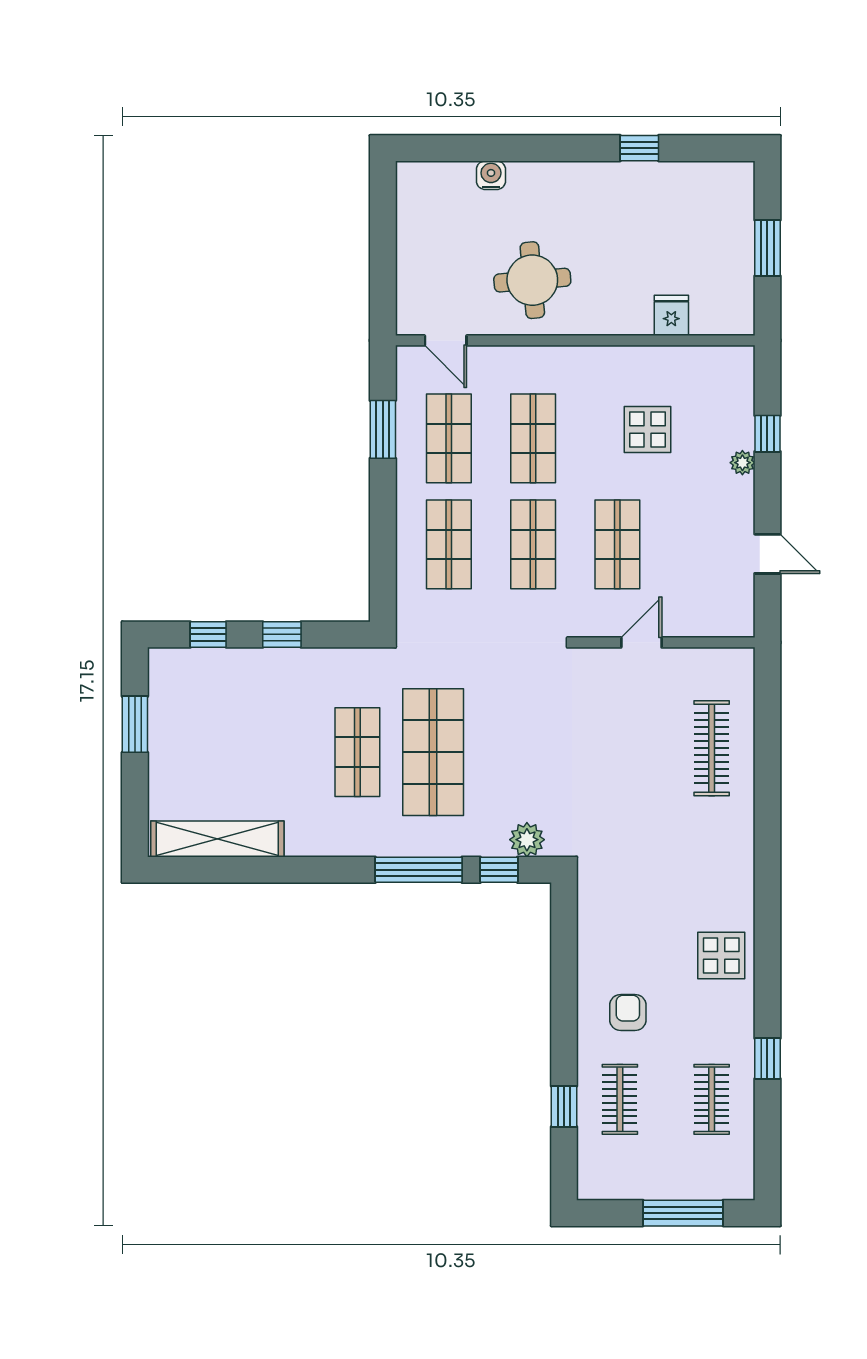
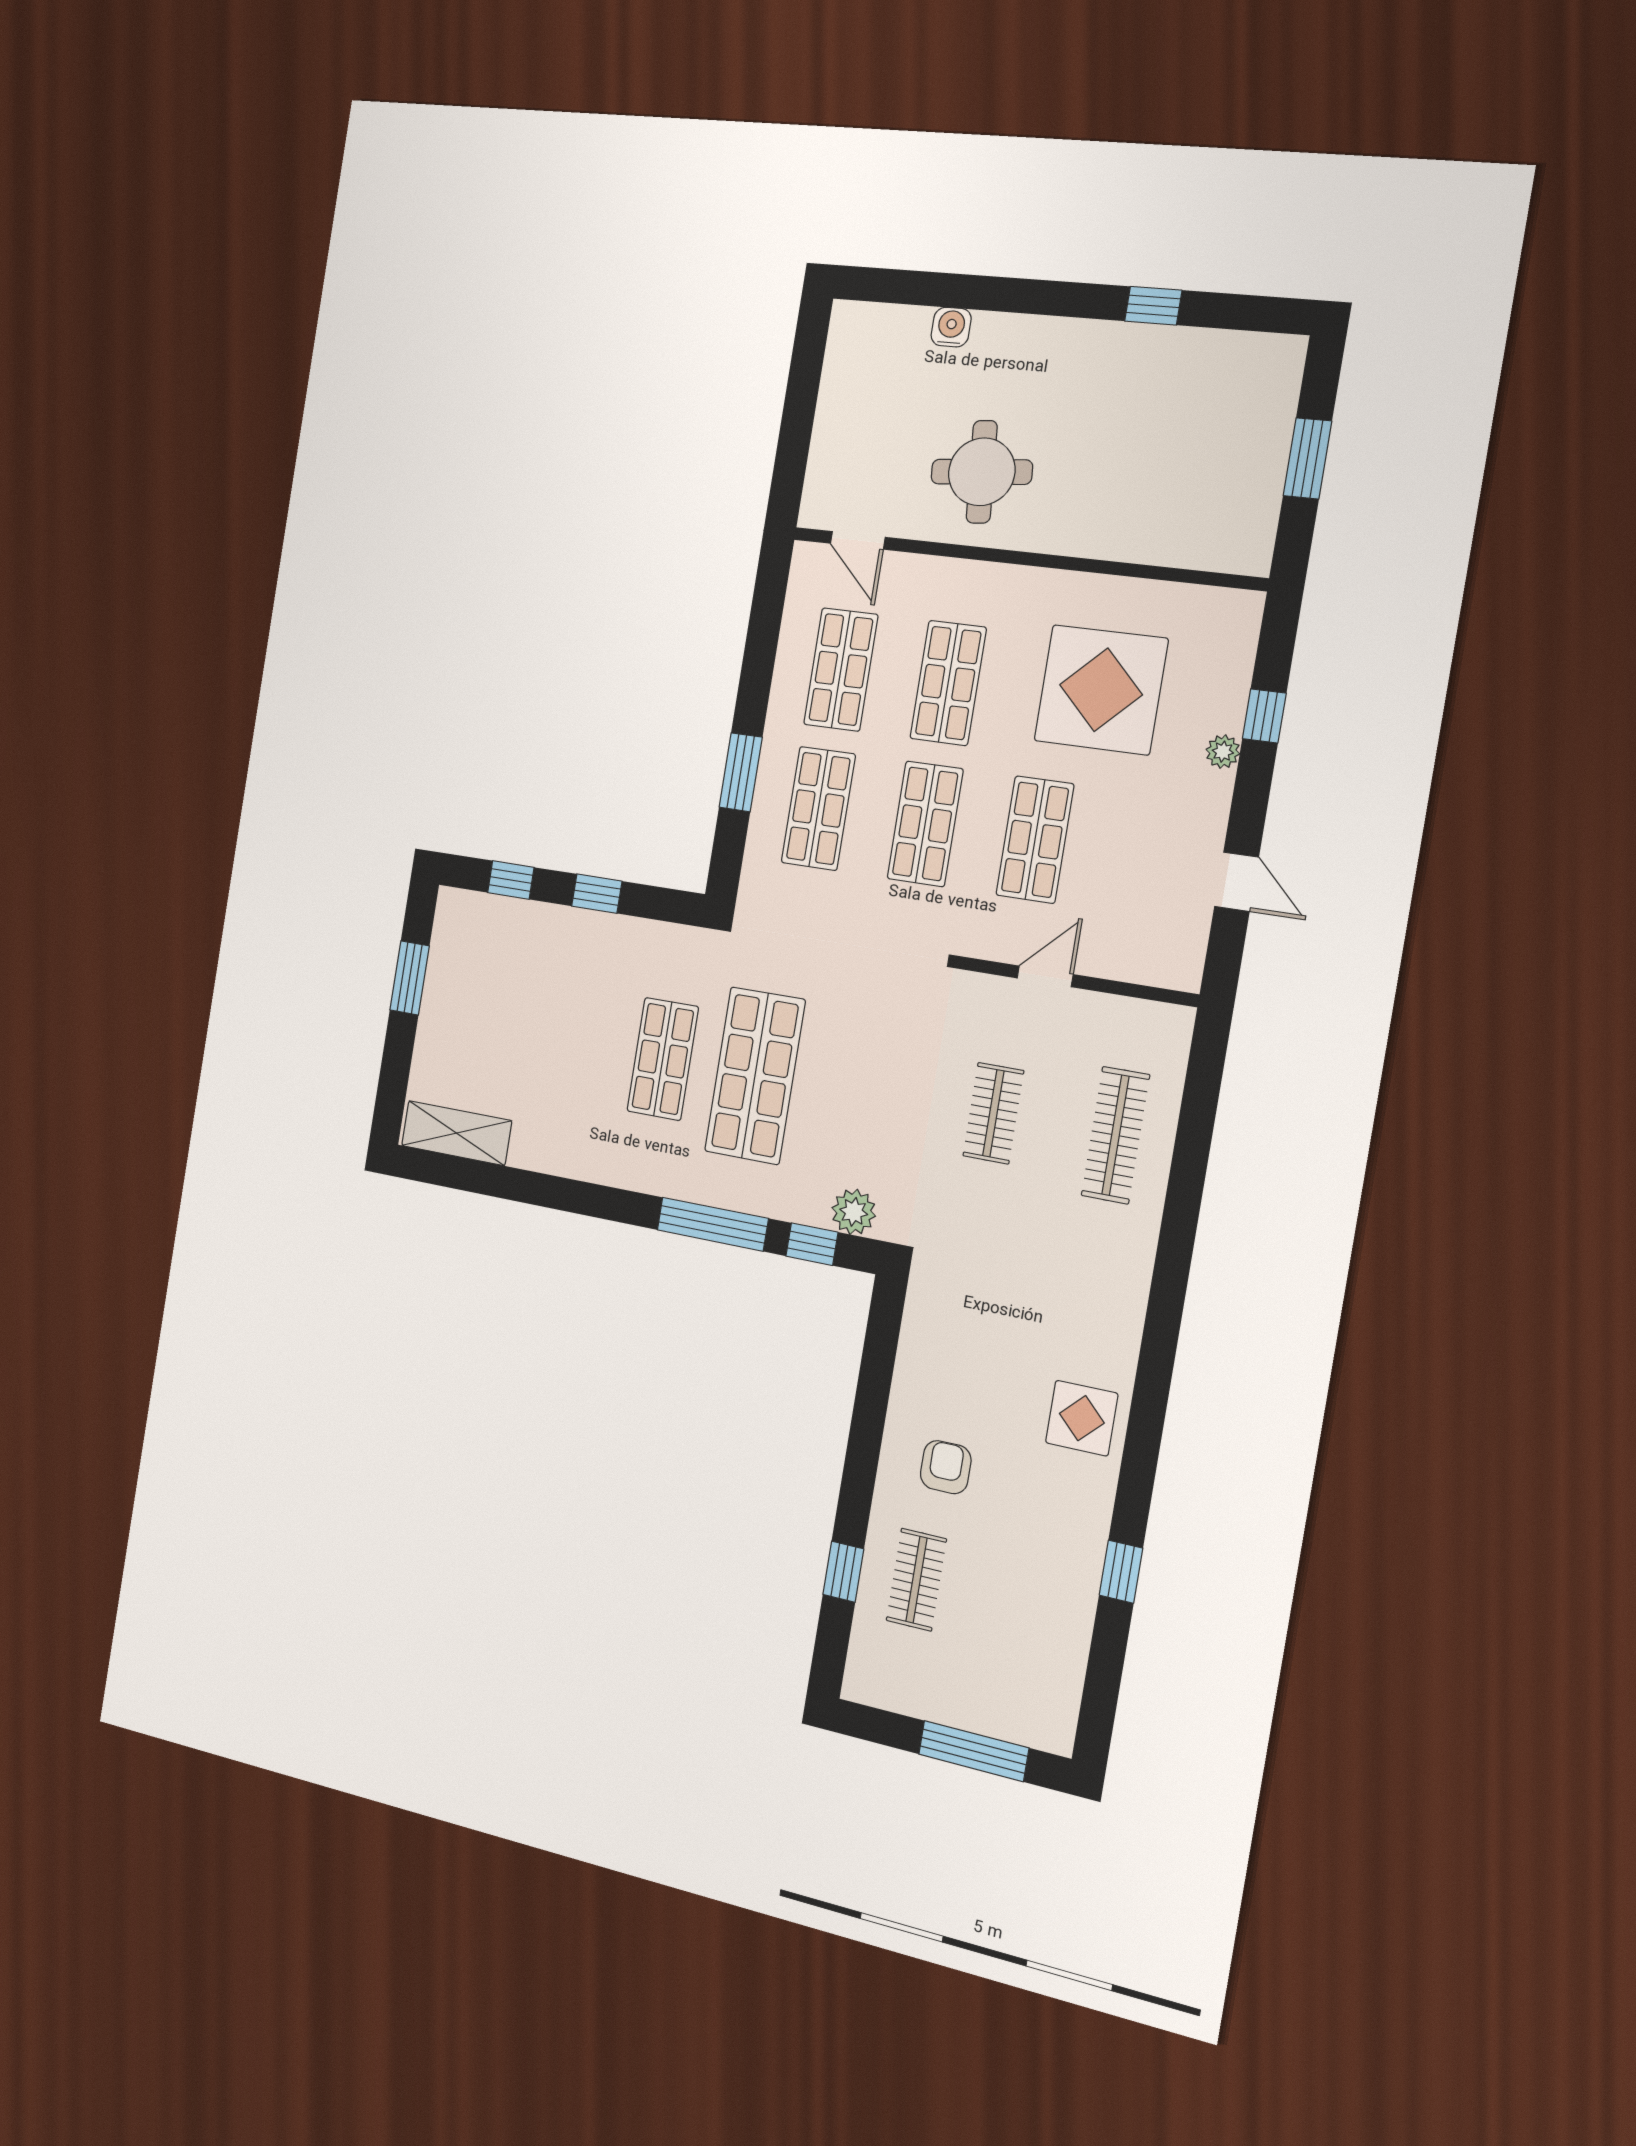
fridge: (671, 315) -> (1159, 538), removed
window: (383, 429) -> (741, 772), moved
display table: (648, 429) -> (1101, 690), width x1.86, depth x1.86
shelving: (217, 839) -> (457, 1133), width x0.68
clothes rail: (712, 1099) -> (993, 1113), moved

